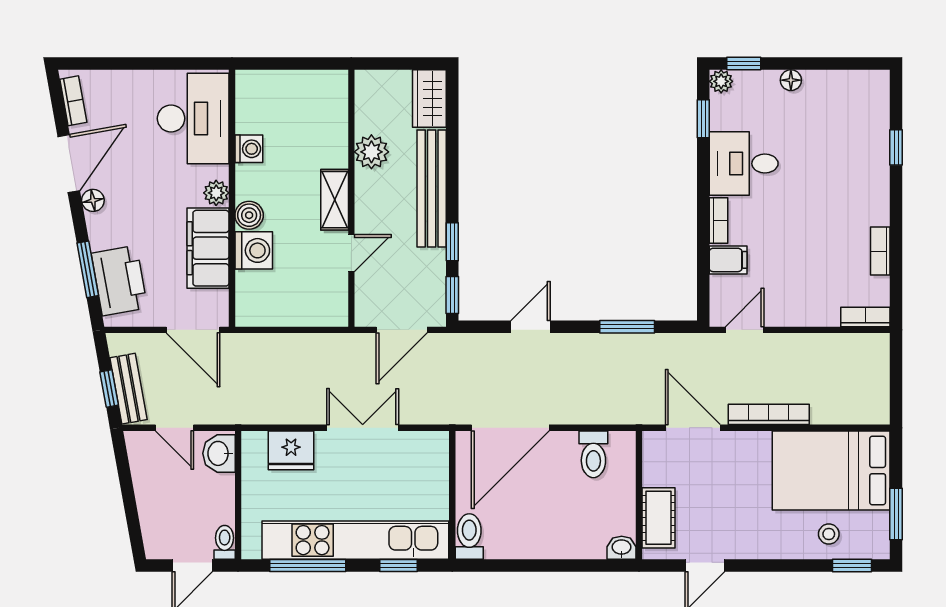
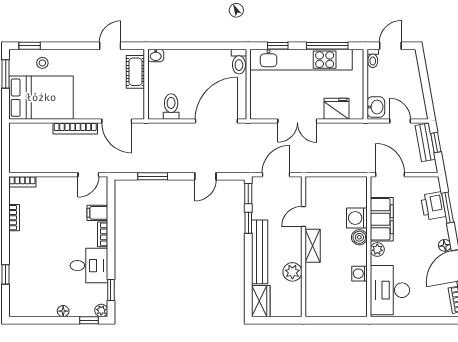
printer: (119, 281) -> (433, 206), width x0.73, depth x0.84

